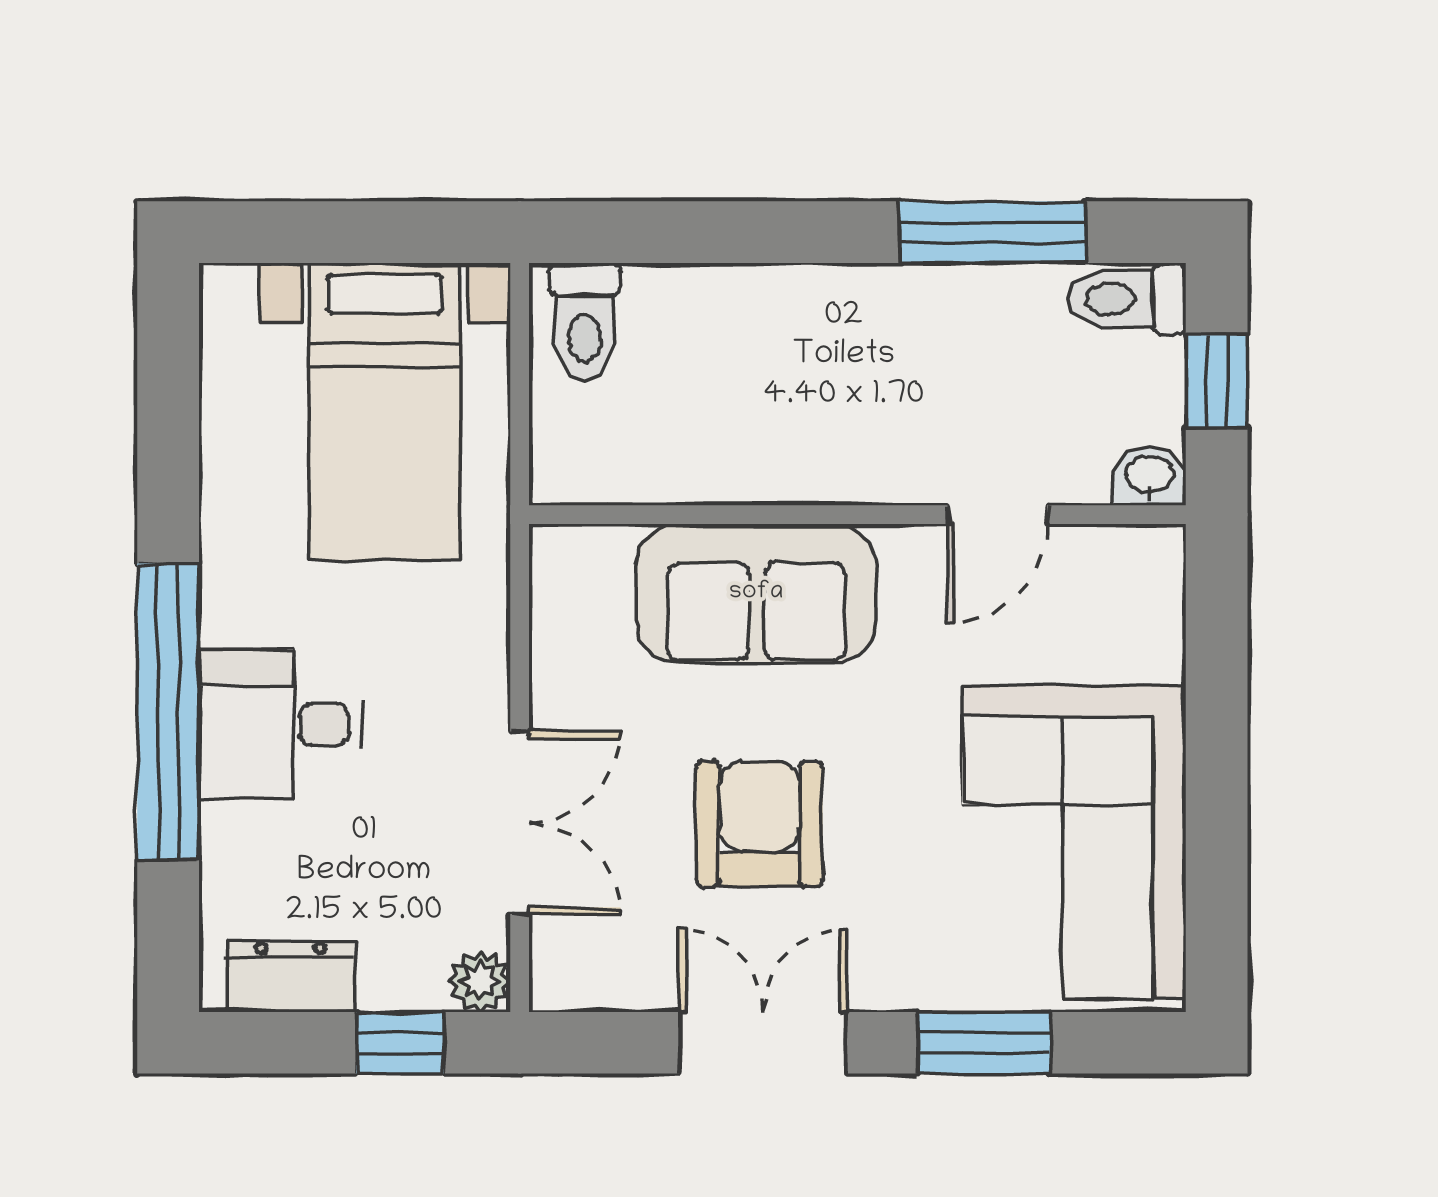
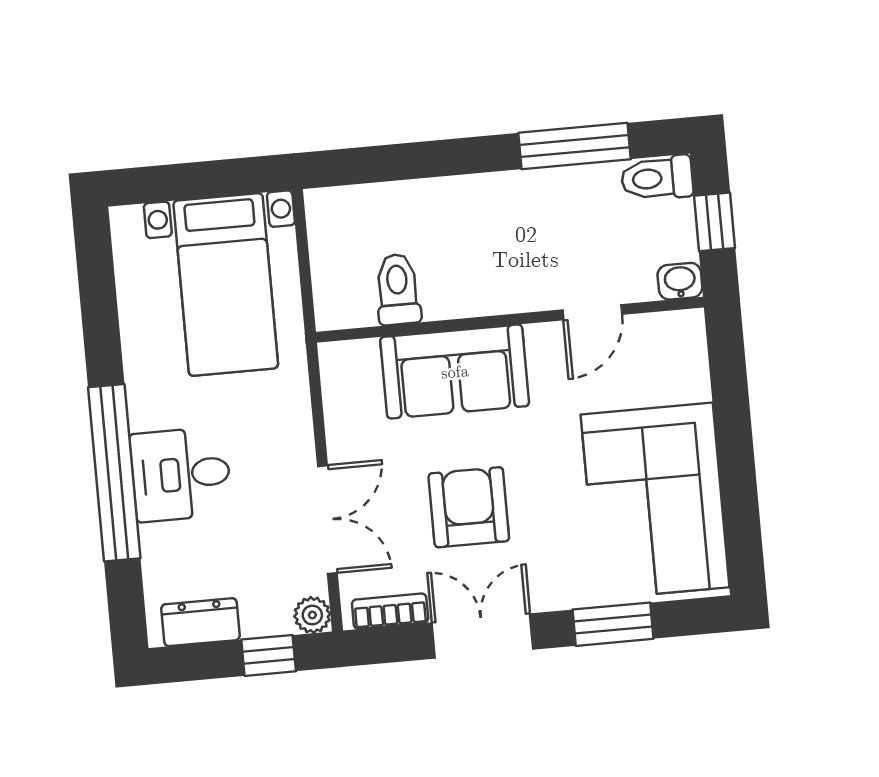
toilet: (584, 322) -> (398, 289), moved, turned 180
bookcase: (611, 987) -> (390, 611), added

